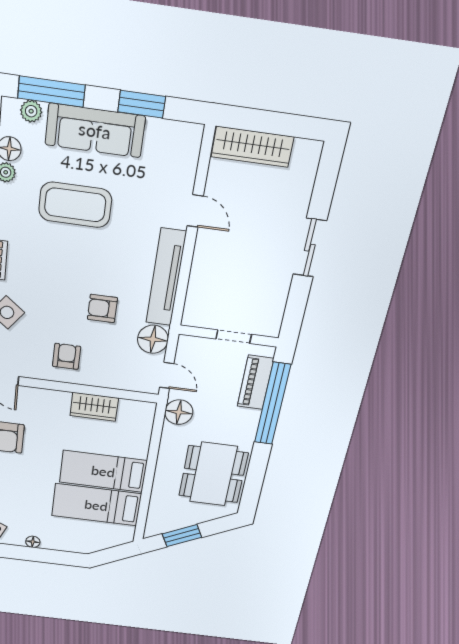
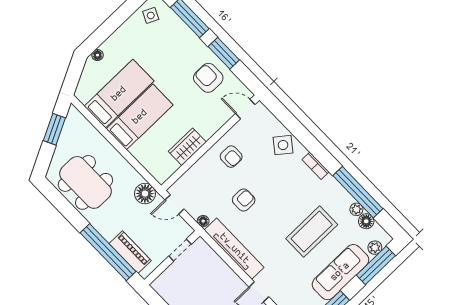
doorway: (234, 337) -> (180, 250), moved
floor lamp: (153, 339) -> (203, 221), width x0.53, depth x0.53
floor lamp: (33, 542) -> (97, 55), moved

